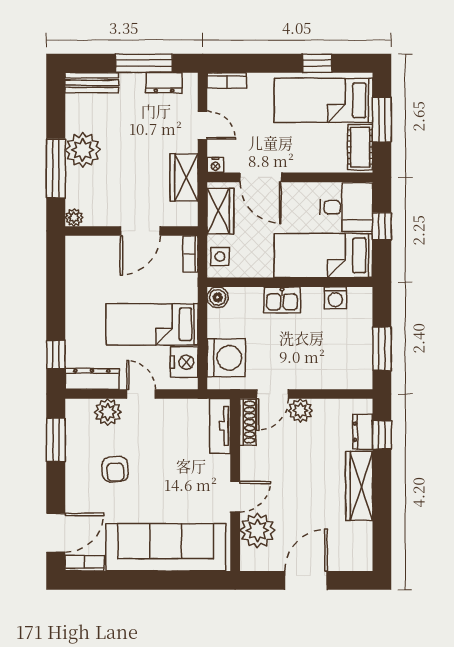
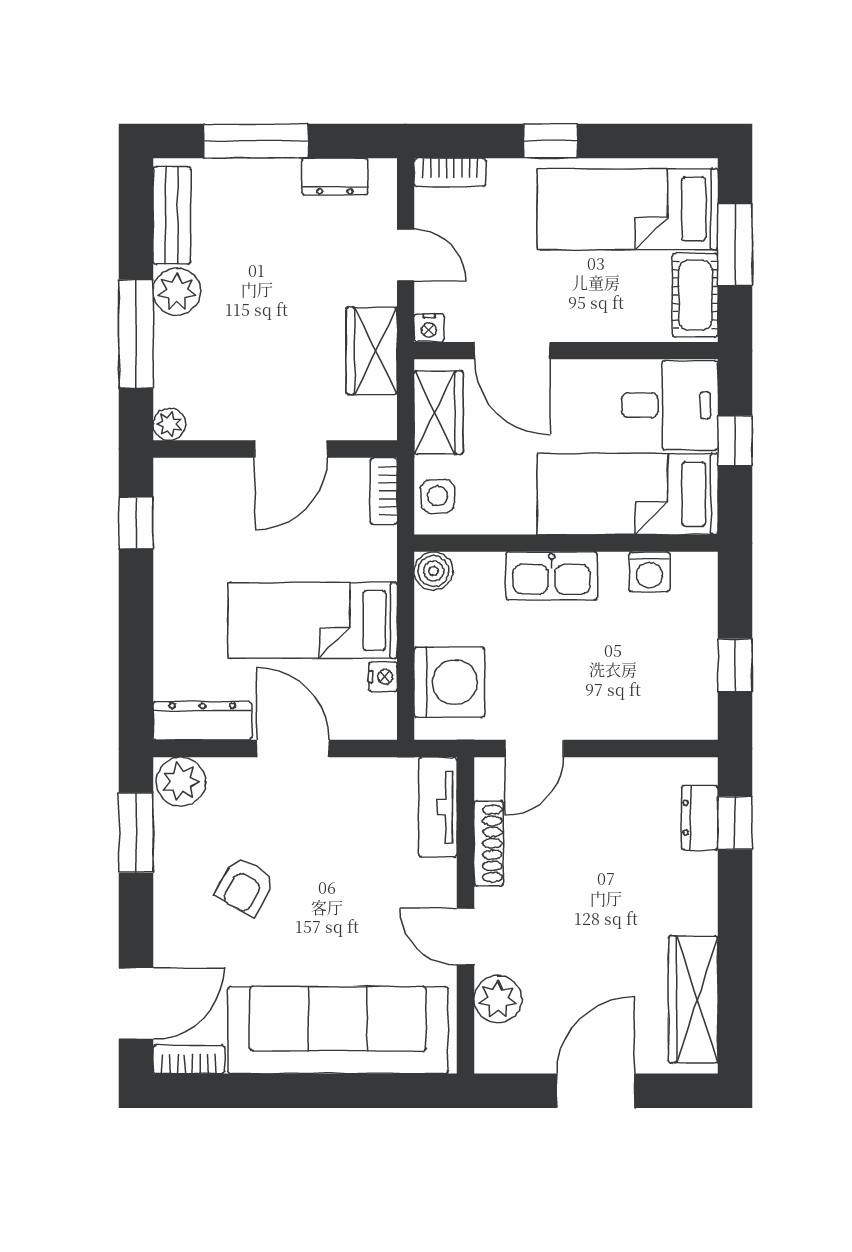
window: (144, 63) -> (256, 141), moved
window: (317, 63) -> (551, 141), moved
bench: (92, 83) -> (172, 215), moved, turned 90
plant: (83, 150) -> (177, 292), width x0.73, depth x0.73
kitchen sink: (282, 300) -> (552, 576), width x1.38
window: (382, 349) -> (735, 665), width x0.67
window: (56, 355) -> (136, 523), moved
nightstand: (184, 362) -> (383, 677), width x0.53, depth x0.56
door: (141, 394) -> (293, 749), width x1.38
plant: (300, 411) -> (585, 779), removed
plant: (108, 412) -> (181, 782), moved
shoe rack: (248, 422) -> (489, 843), moved
armchair: (115, 469) -> (245, 887), turned 33
wardrobe: (359, 486) -> (693, 999), moved
door: (235, 497) -> (465, 937), swing flipped
plant: (257, 531) -> (498, 999), width x0.73, depth x0.73

